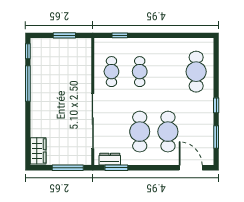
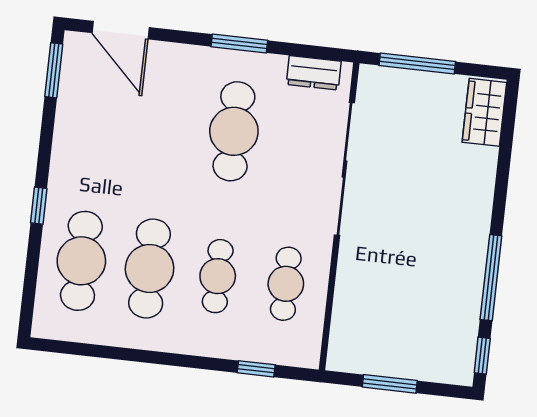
window: (216, 105) -> (39, 206), moved
cafe table: (168, 132) -> (150, 268), moved
window: (216, 137) -> (54, 70), moved
window: (116, 168) -> (239, 43), moved

